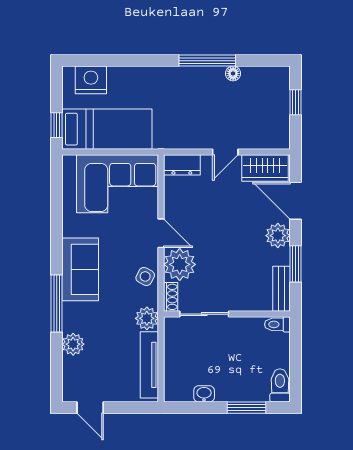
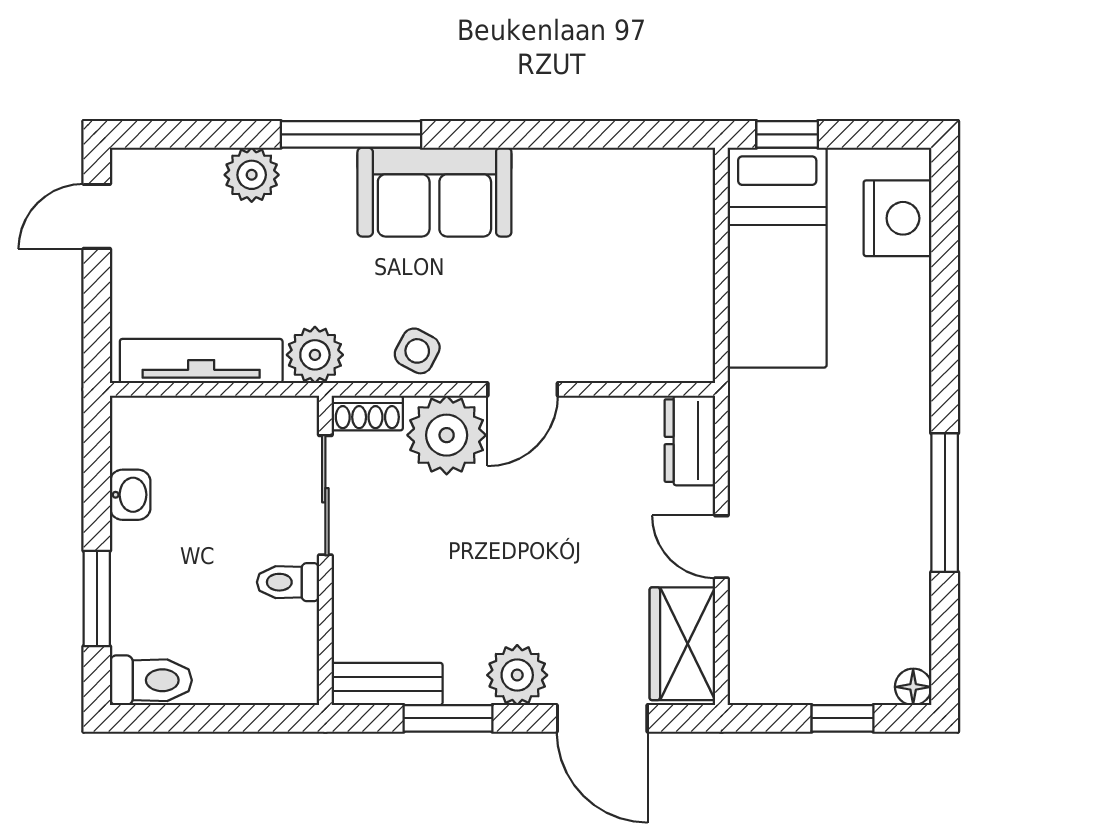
floor lamp: (233, 73) -> (913, 687), moved
corner sofa: (118, 184) -> (644, 283), removed
door: (296, 201) -> (602, 718), swing flipped
toilet: (277, 324) -> (288, 582), moved, turned -90

